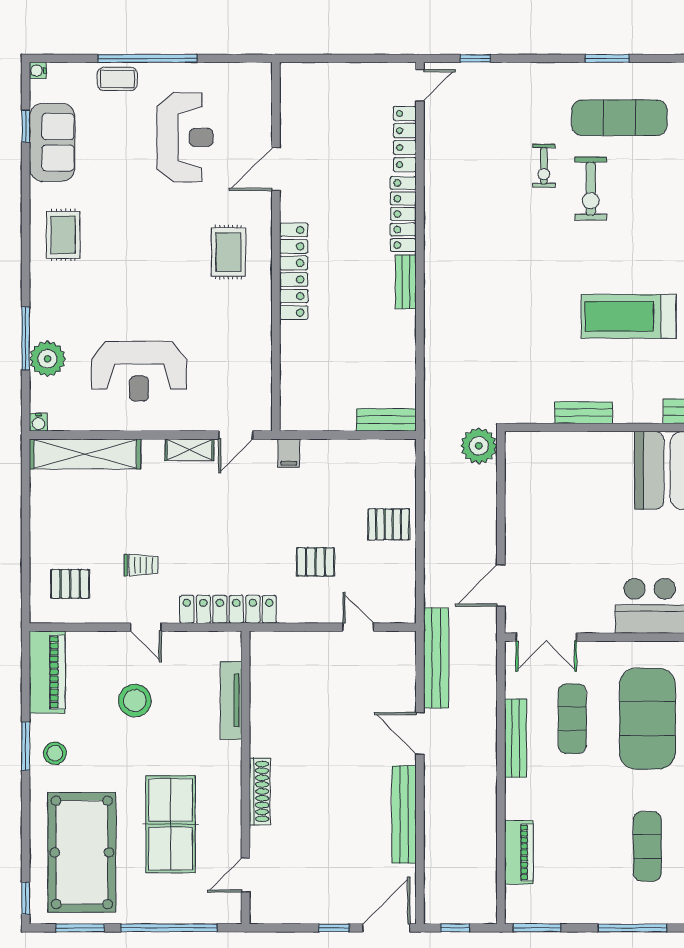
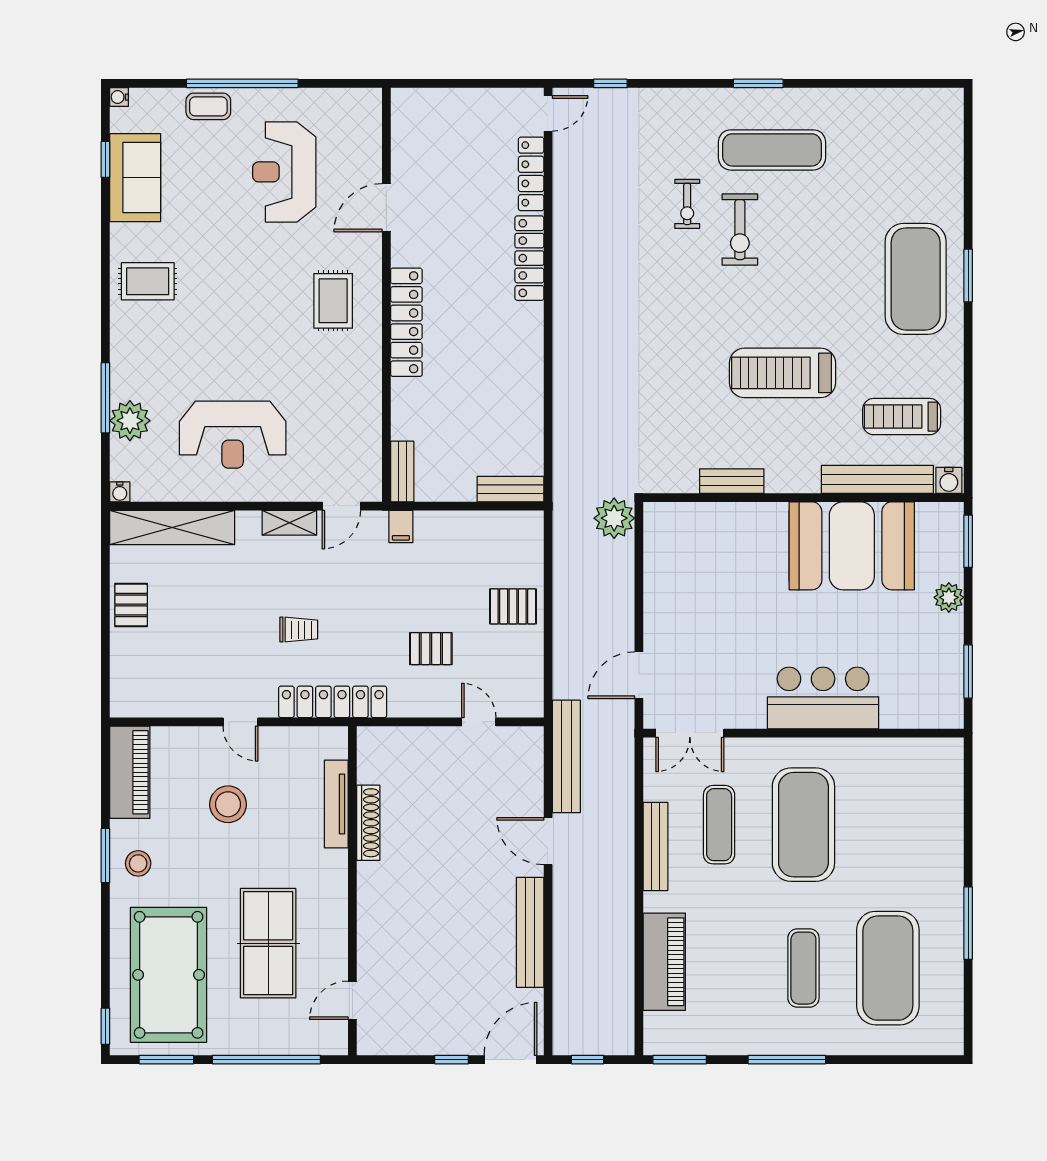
reception desk: (185, 137) -> (284, 172), turned 180
rug: (63, 235) -> (148, 281), turned 90
bench: (406, 282) -> (402, 472), moved
trolley: (141, 565) -> (299, 630), moved
pallet: (70, 584) -> (131, 605), moved, turned 90
shoe rack: (260, 791) -> (368, 823), moved
piano: (519, 852) -> (664, 962), width x1.37, depth x1.33

